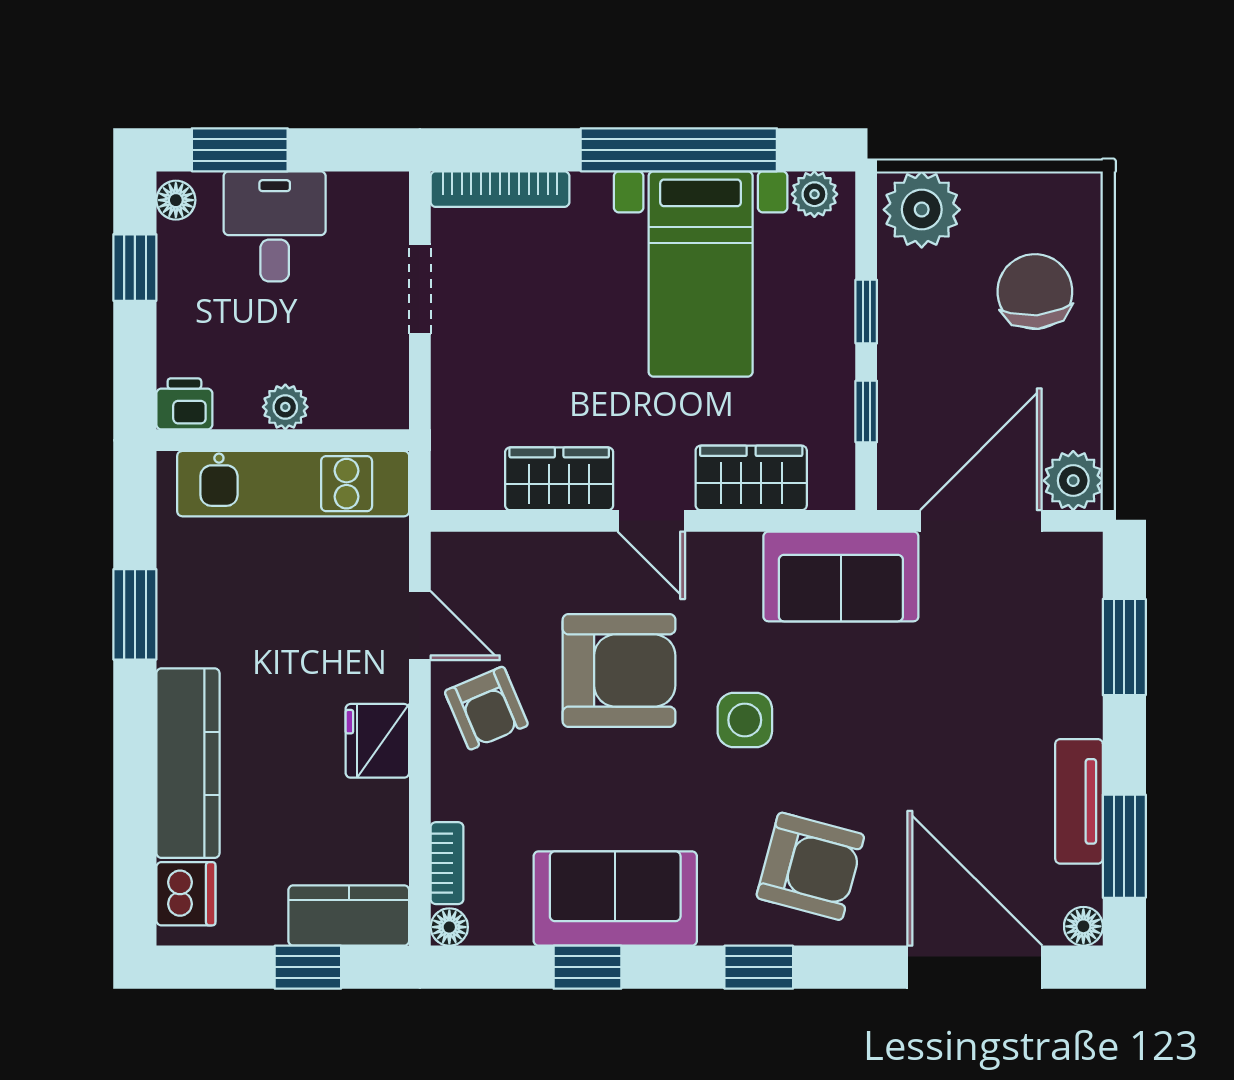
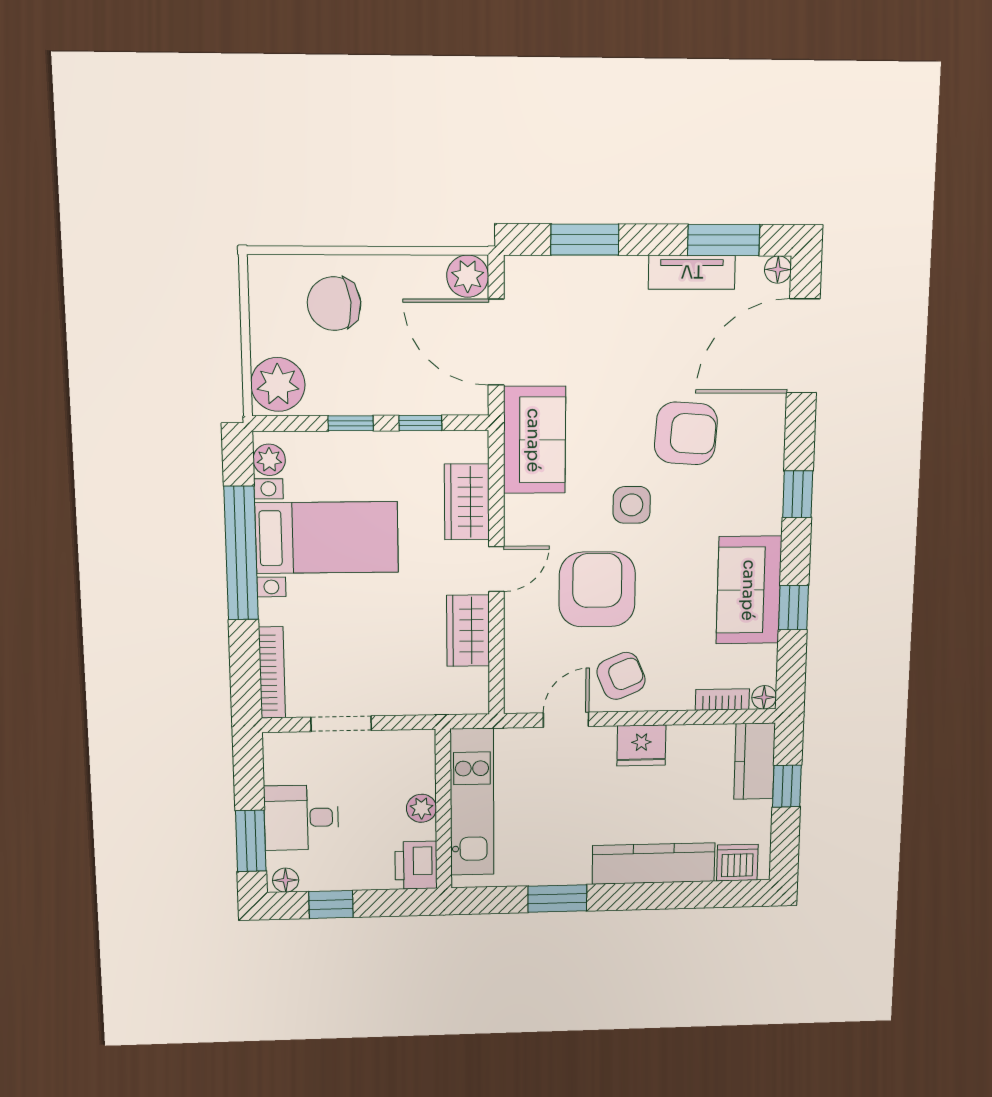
printer: (184, 404) -> (416, 865), width x1.36, depth x1.24
armchair: (810, 866) -> (686, 433), moved, turned 79

